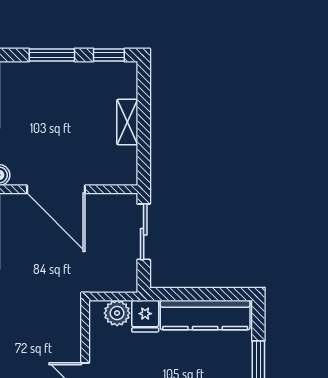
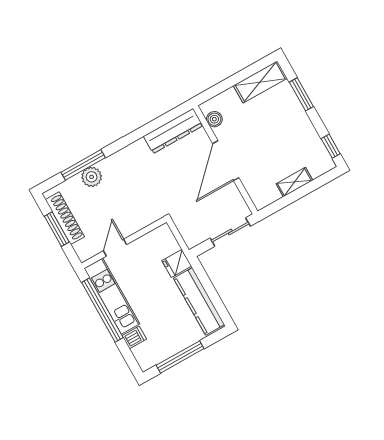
window: (52, 55) -> (301, 94), moved
plant: (117, 313) -> (169, 244), removed

